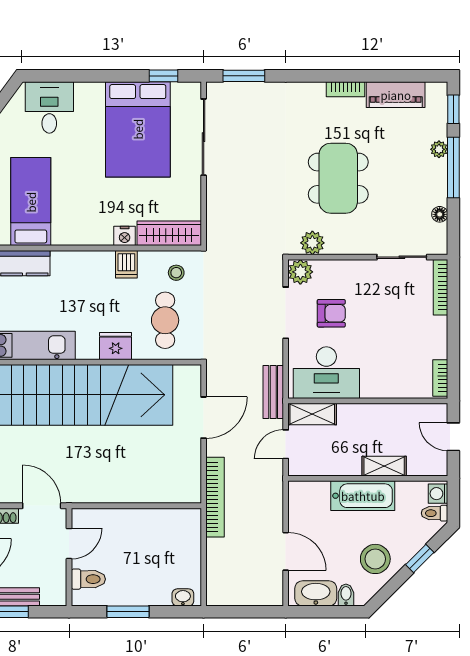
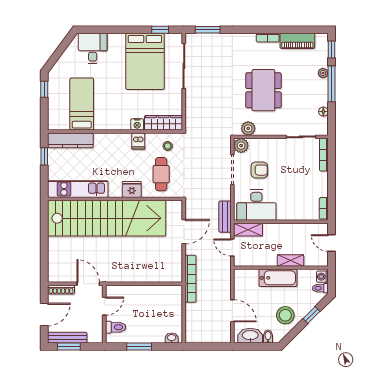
door: (286, 444) -> (232, 247), hinge flipped

